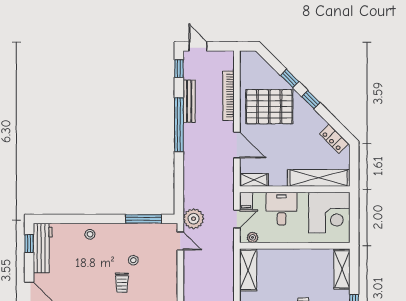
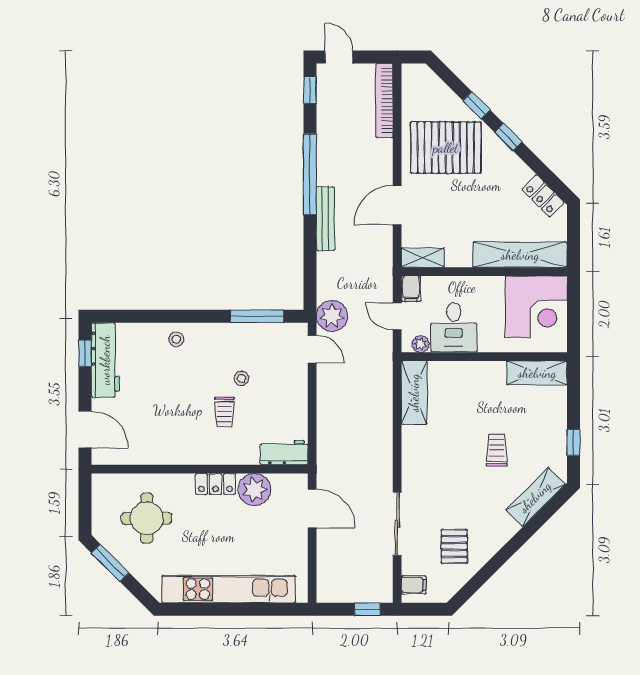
bookcase: (228, 96) -> (384, 101), moved
bench: (189, 101) -> (325, 219), moved
door: (237, 145) -> (397, 205), swing flipped
desk: (282, 209) -> (454, 327), moved, turned 180
door: (237, 219) -> (397, 316), swing flipped
shelving: (342, 269) -> (537, 373), moved, turned 90

